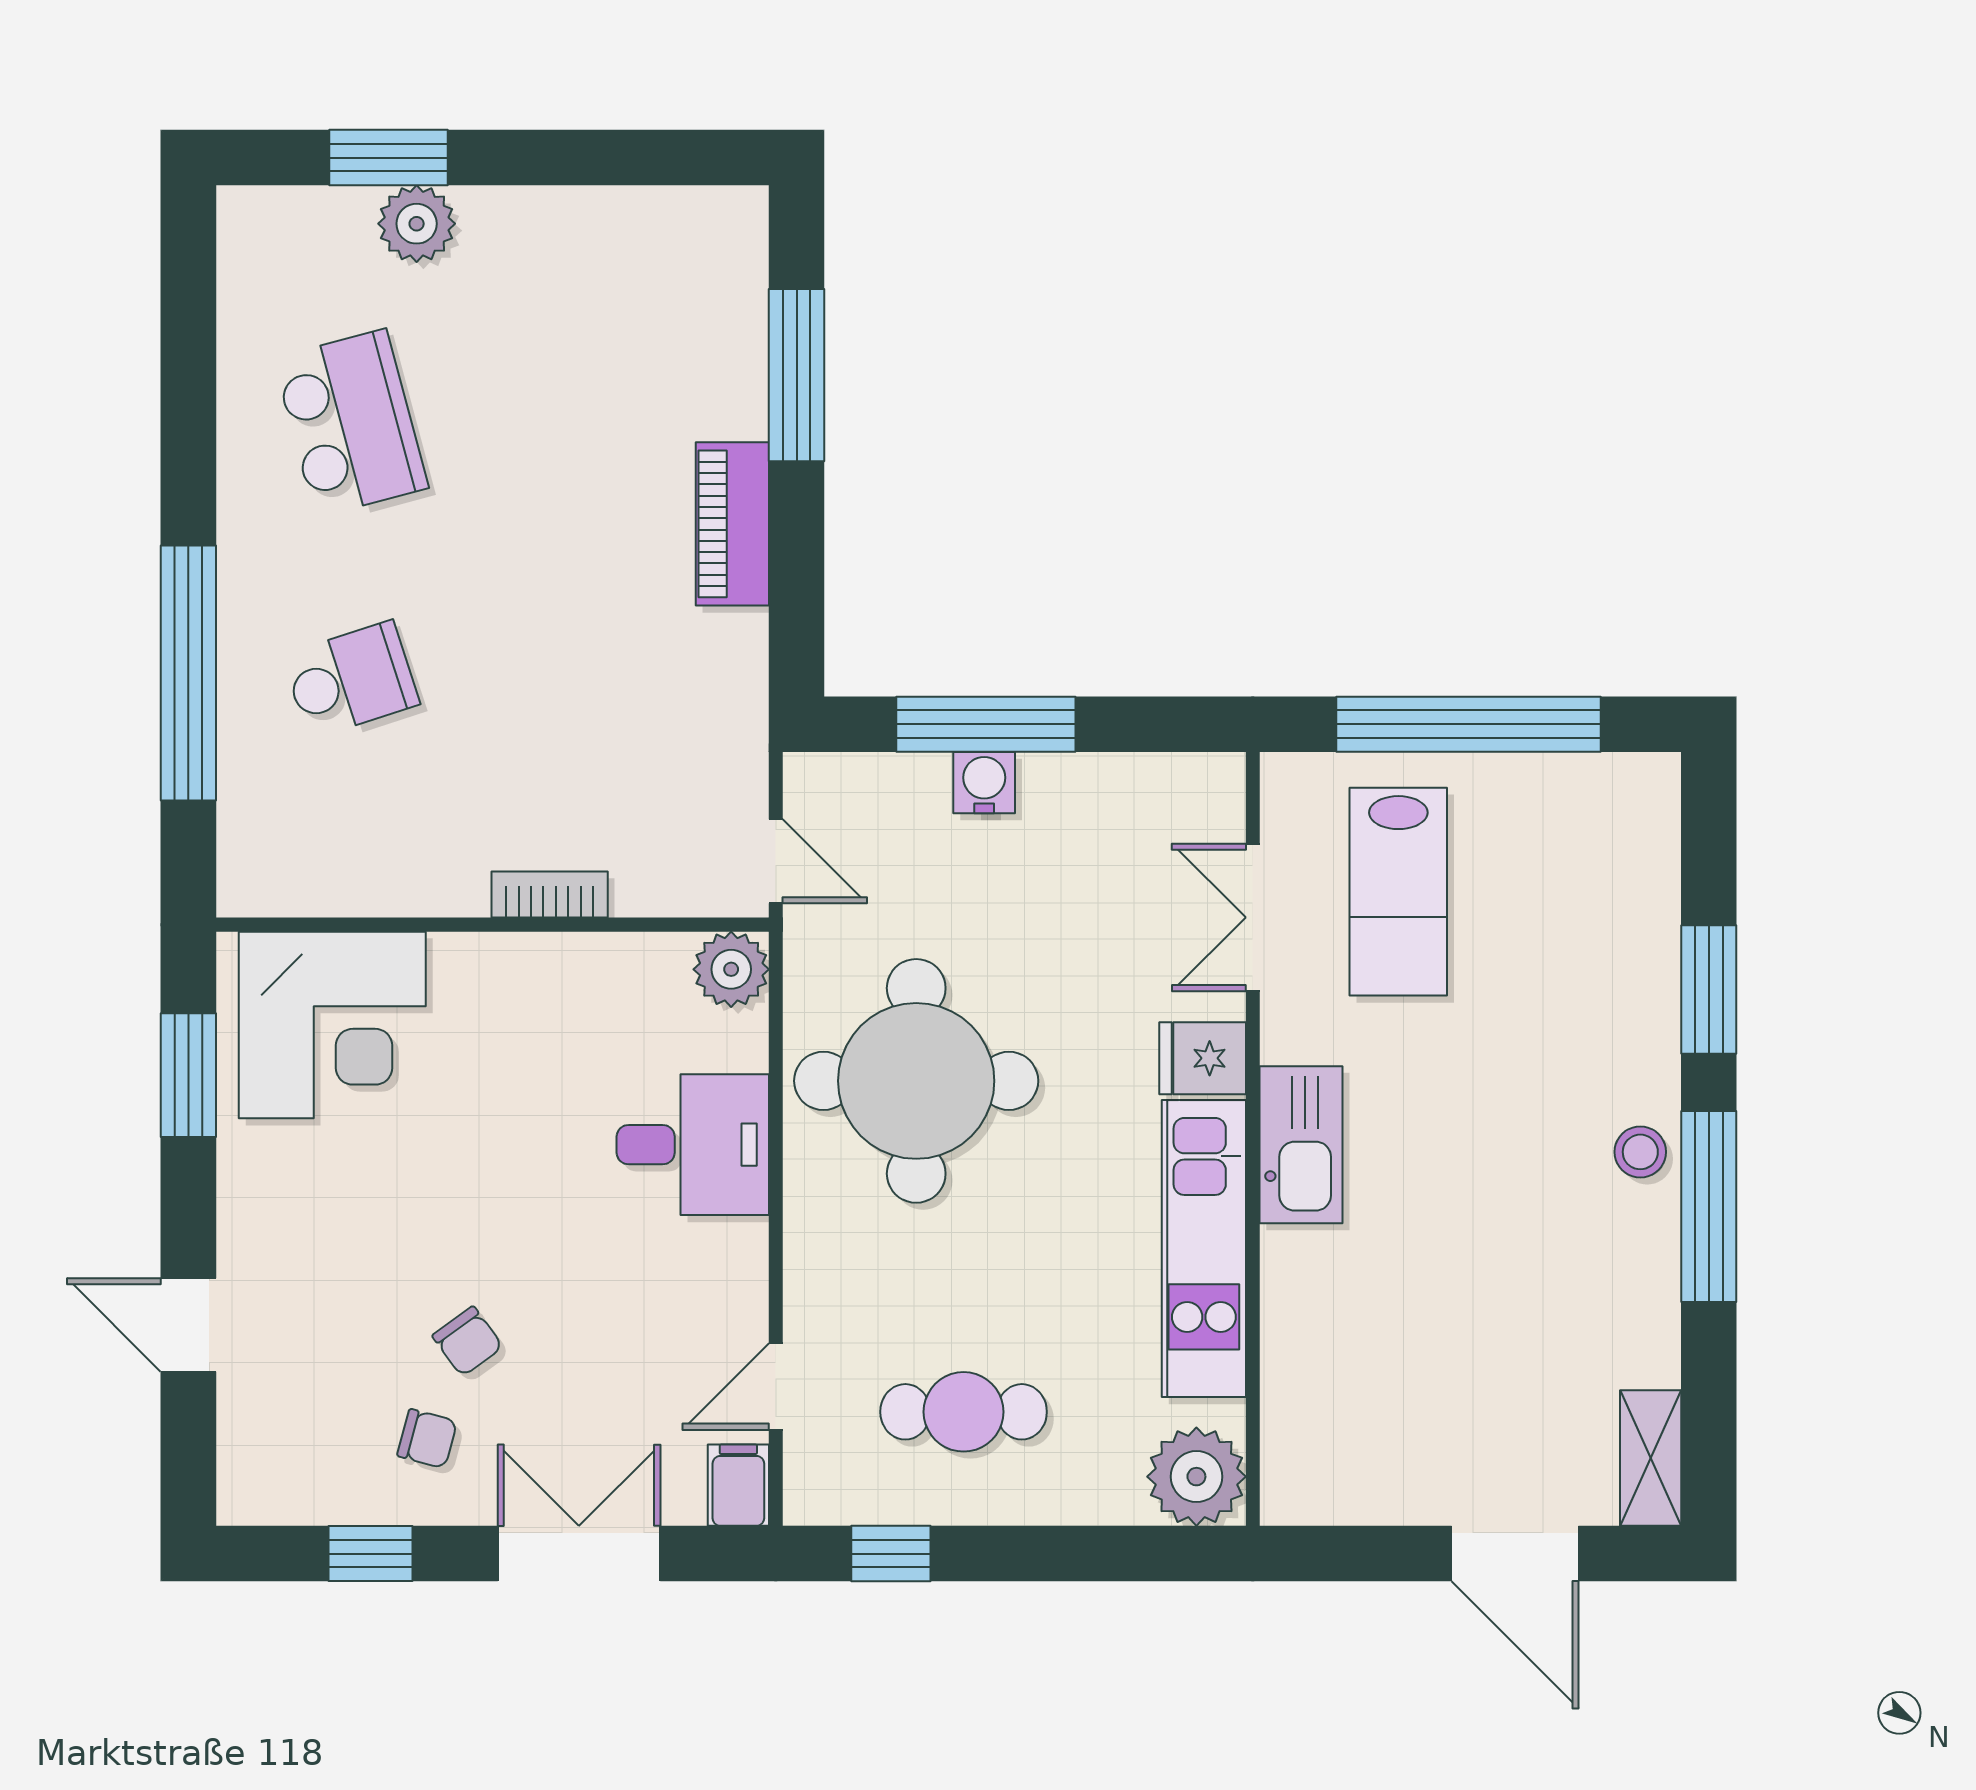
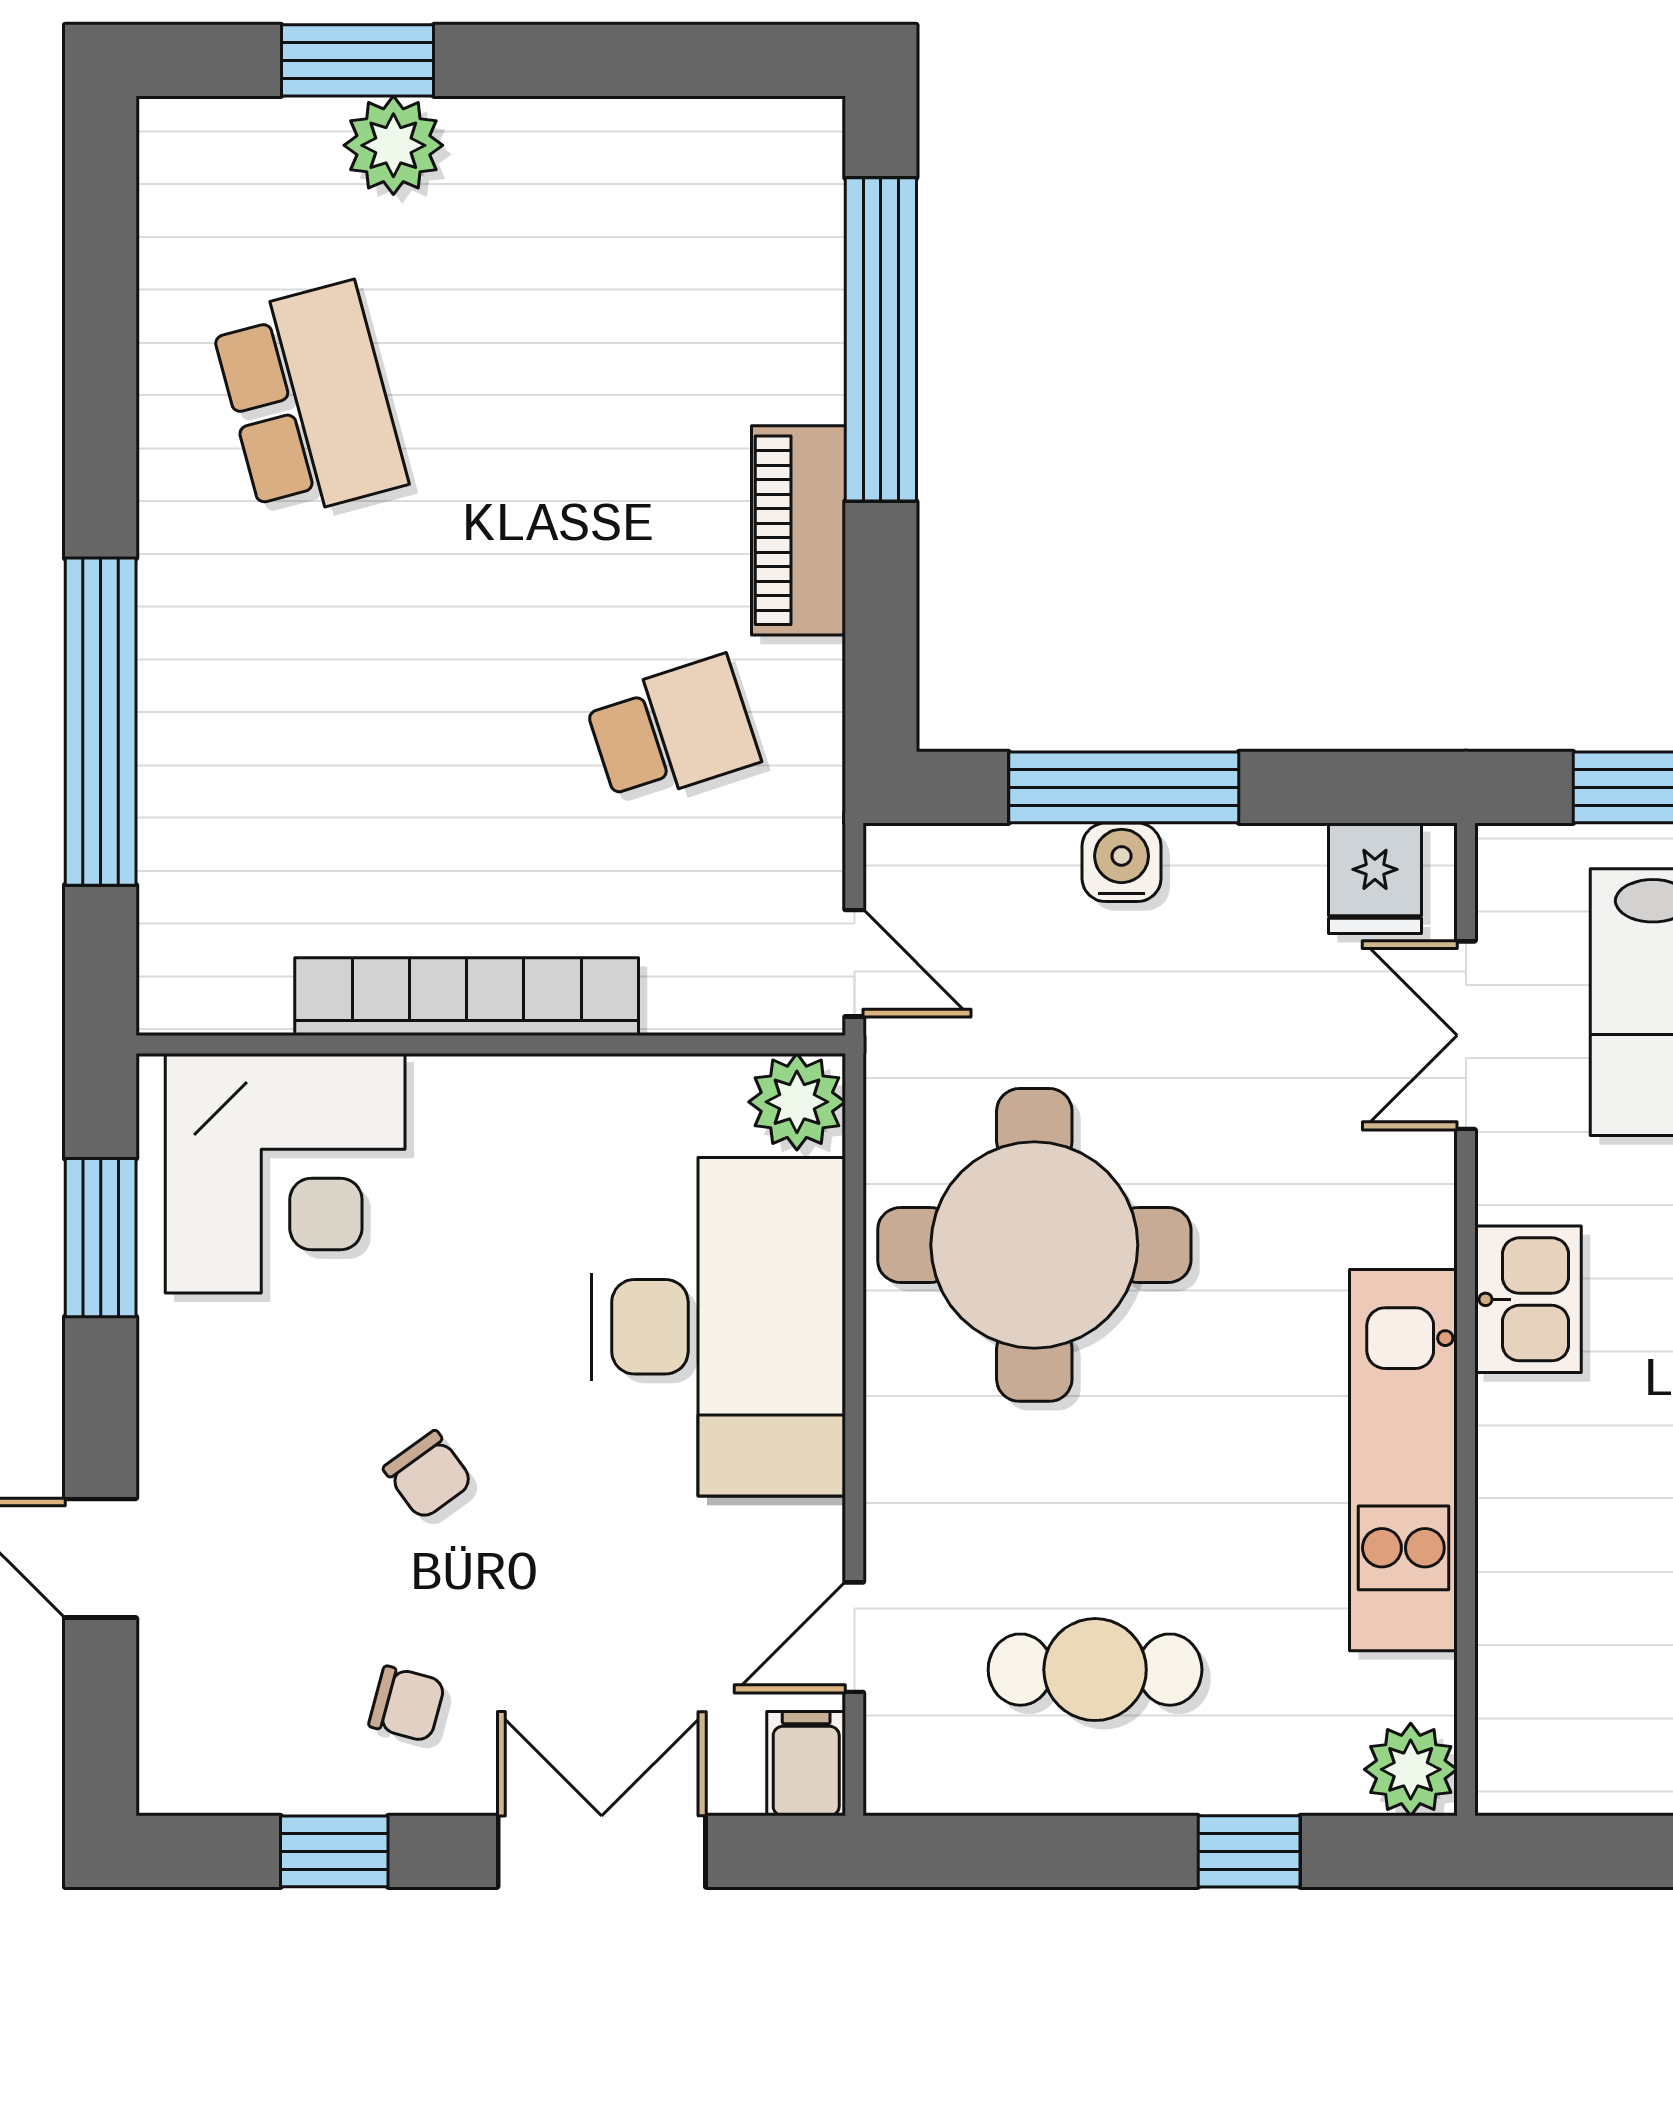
window: (797, 375) -> (881, 339), width x1.46
school desk: (351, 680) -> (672, 730), moved
bookcase: (550, 895) -> (467, 997), width x2.31, depth x1.31
fridge: (1203, 1058) -> (1375, 878), moved, turned -90
desk: (693, 1145) -> (718, 1327), width x1.87, depth x1.30
kitchen sink: (1301, 1145) -> (1528, 1299), width x0.73
chair: (468, 1341) -> (428, 1475), moved
plant: (1196, 1477) -> (1411, 1769), width x0.73, depth x0.73
window: (891, 1554) -> (1249, 1851), moved

